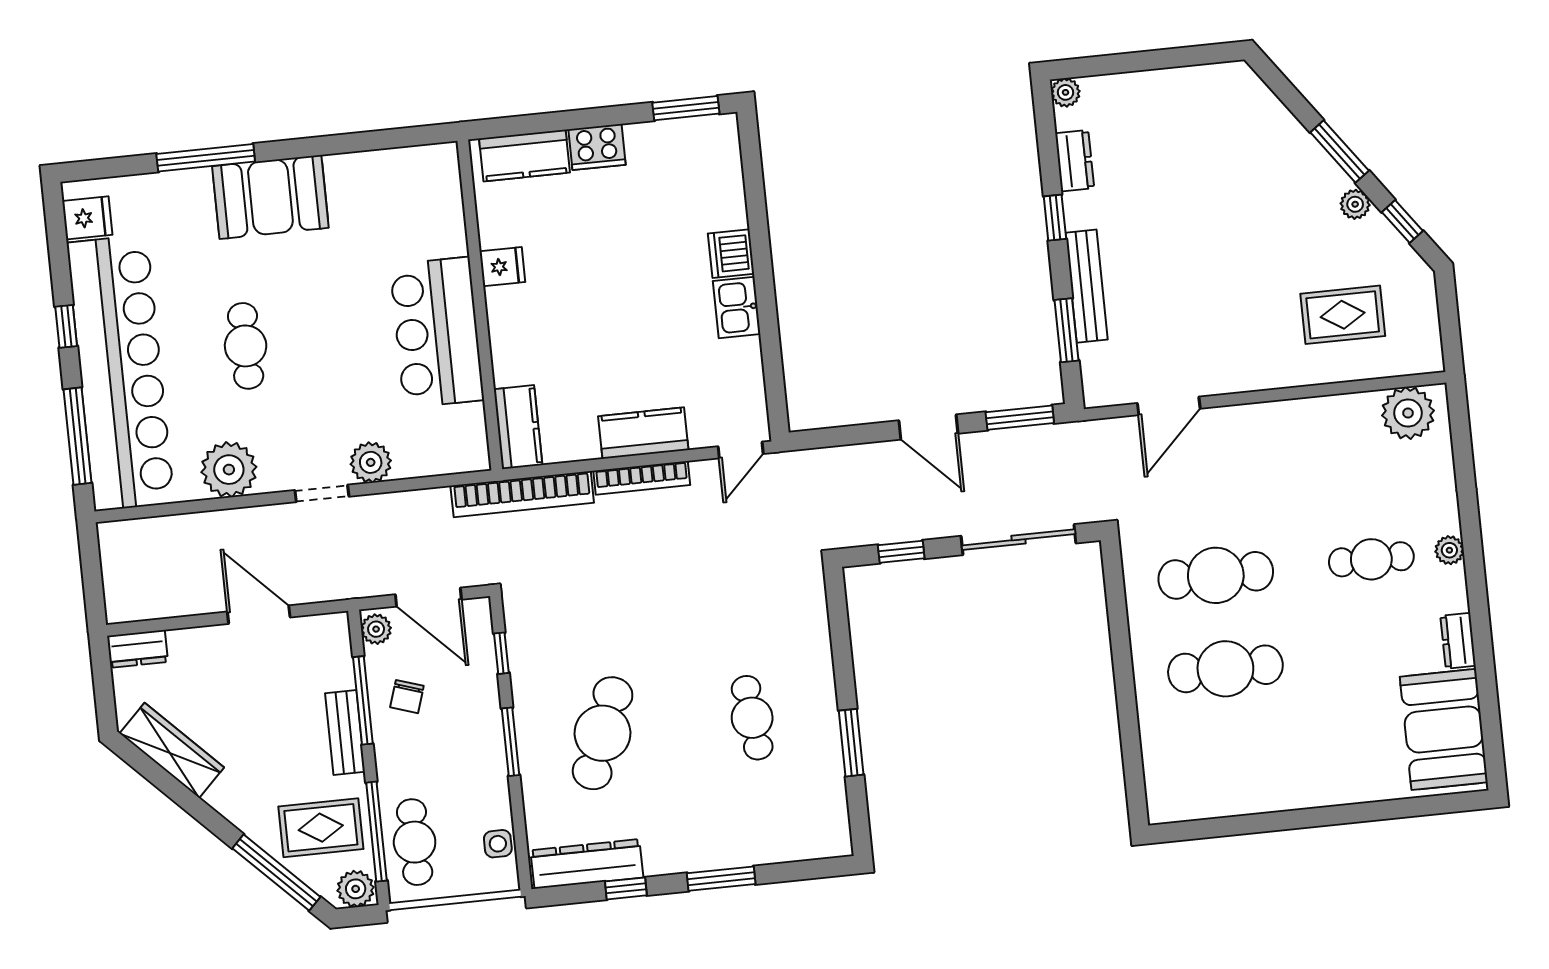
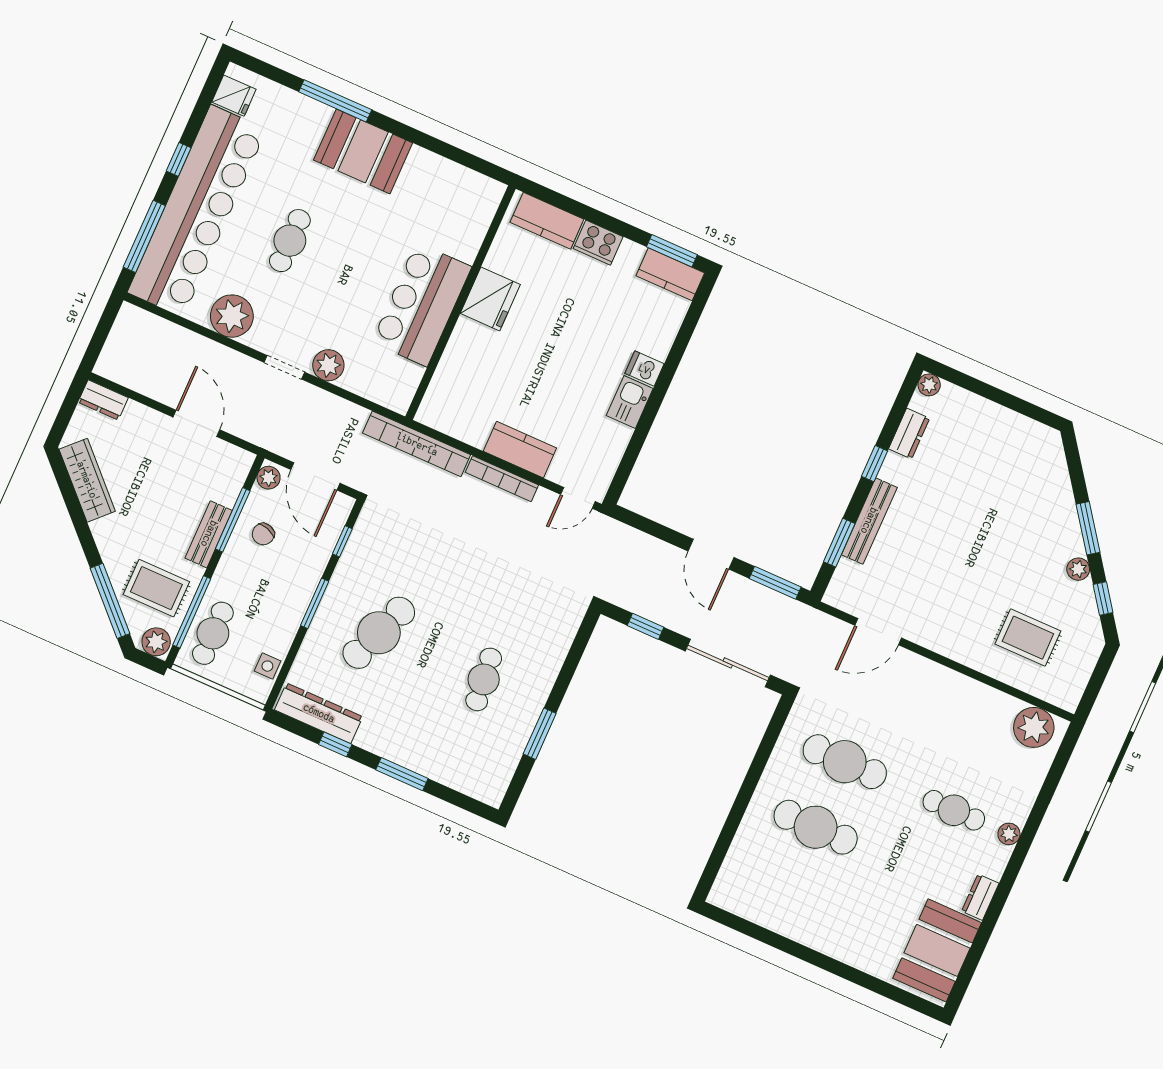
dishwasher: (731, 254) -> (644, 369), width x0.73
fridge: (502, 267) -> (490, 299), width x1.88, depth x1.34
kitchen counter: (518, 427) -> (670, 274), moved, turned 90

